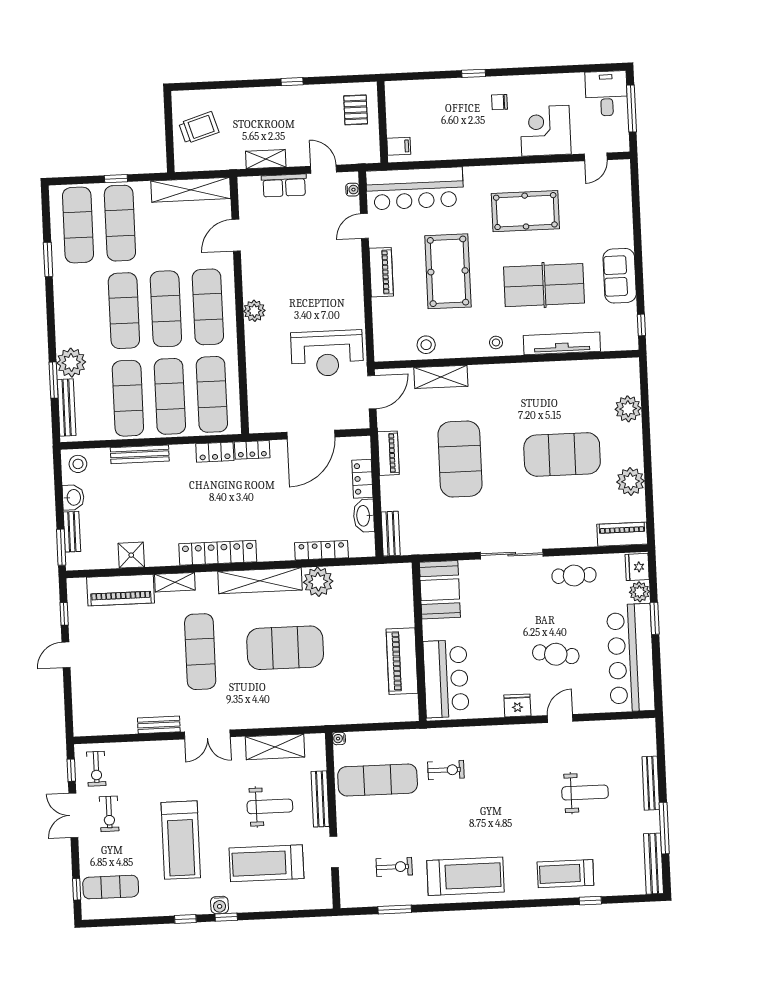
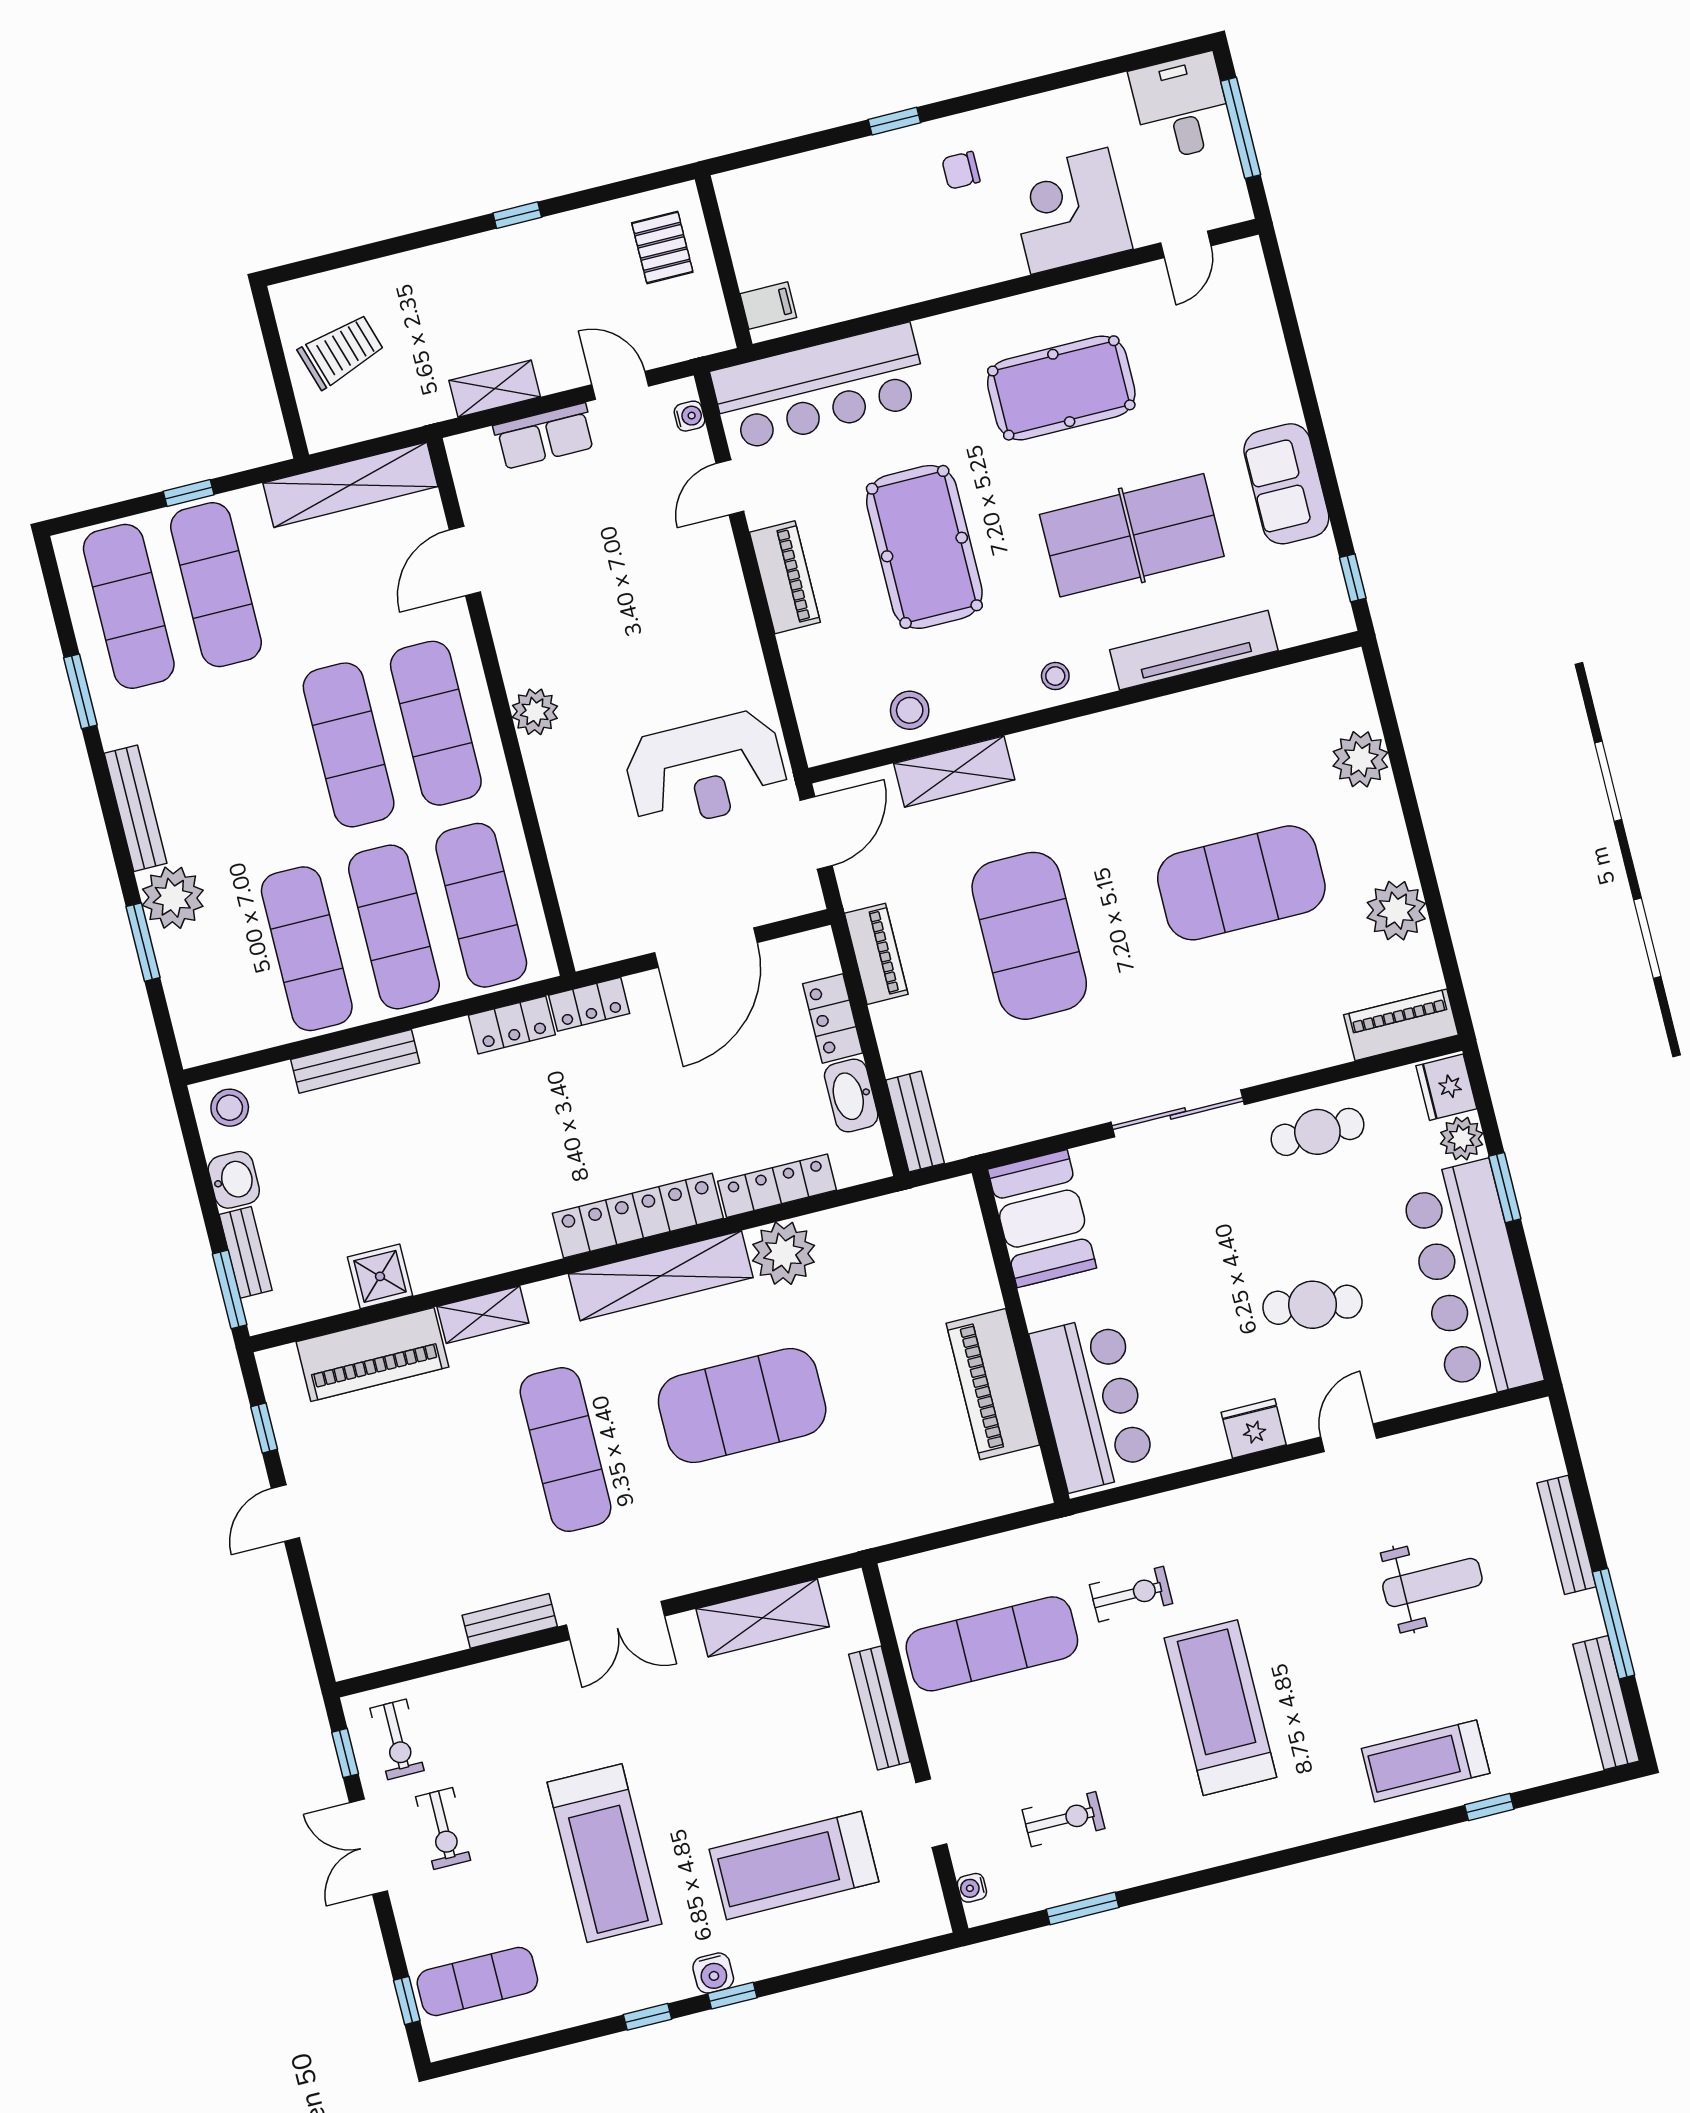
exercise mat: (124, 311) -> (261, 767), removed
bench: (67, 408) -> (136, 808), moved
locker: (218, 553) -> (638, 1216), moved
water cooler: (339, 739) -> (972, 1888), moved
weight bench: (270, 806) -> (777, 1745), removed
treadmill: (465, 876) -> (1220, 1708), moved, turned -90

